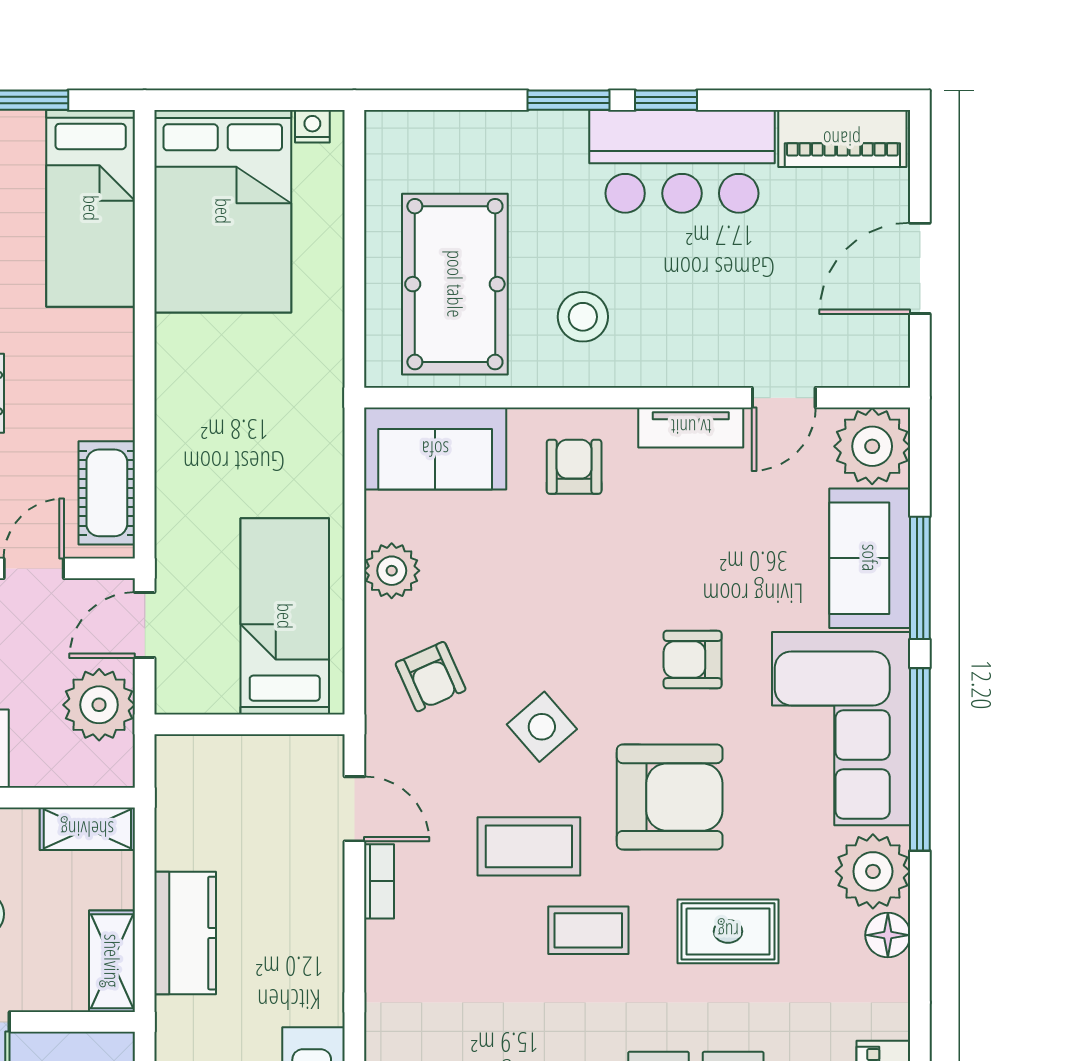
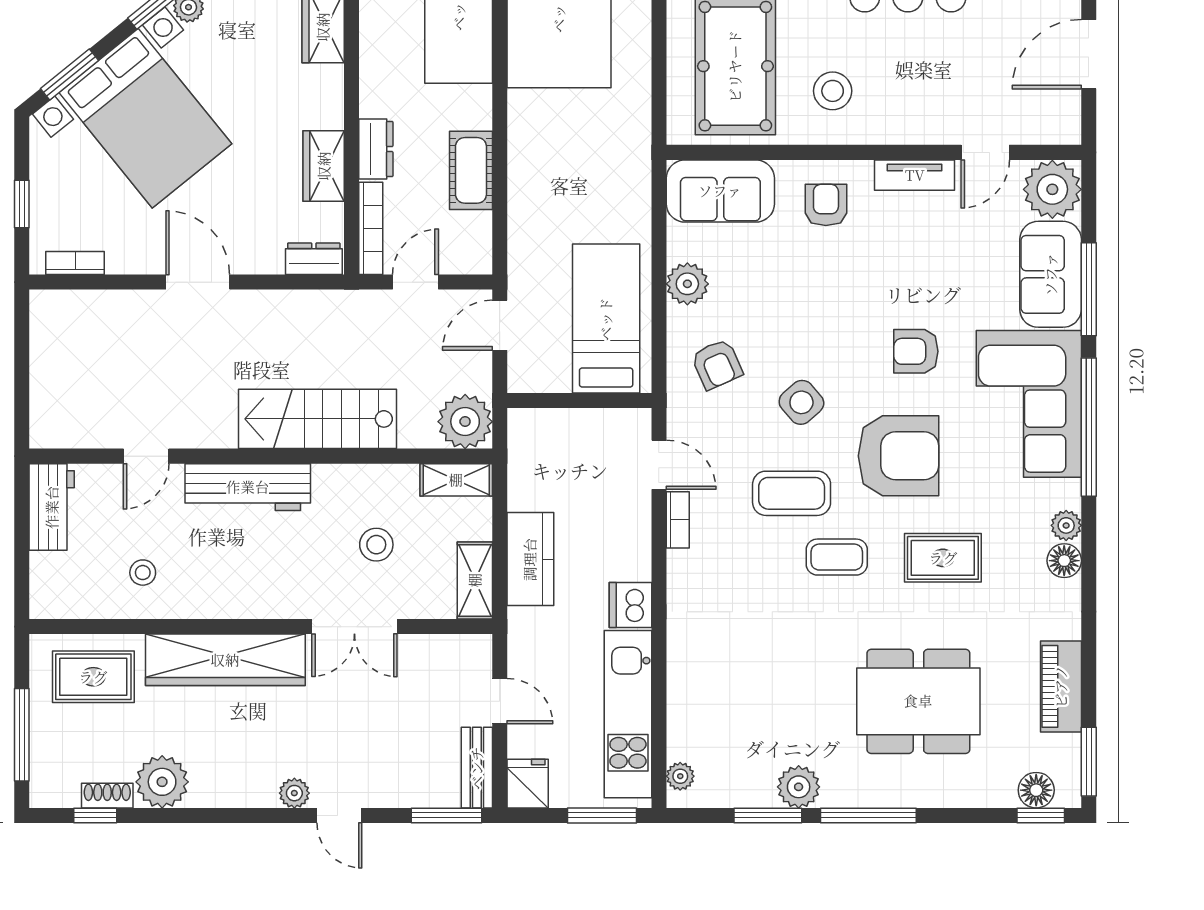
cot: (107, 493) -> (471, 170), moved
plant: (99, 705) -> (465, 422), moved
plant: (873, 871) -> (1066, 525), width x0.53, depth x0.53
dishwasher: (317, 993) -> (630, 605), added

